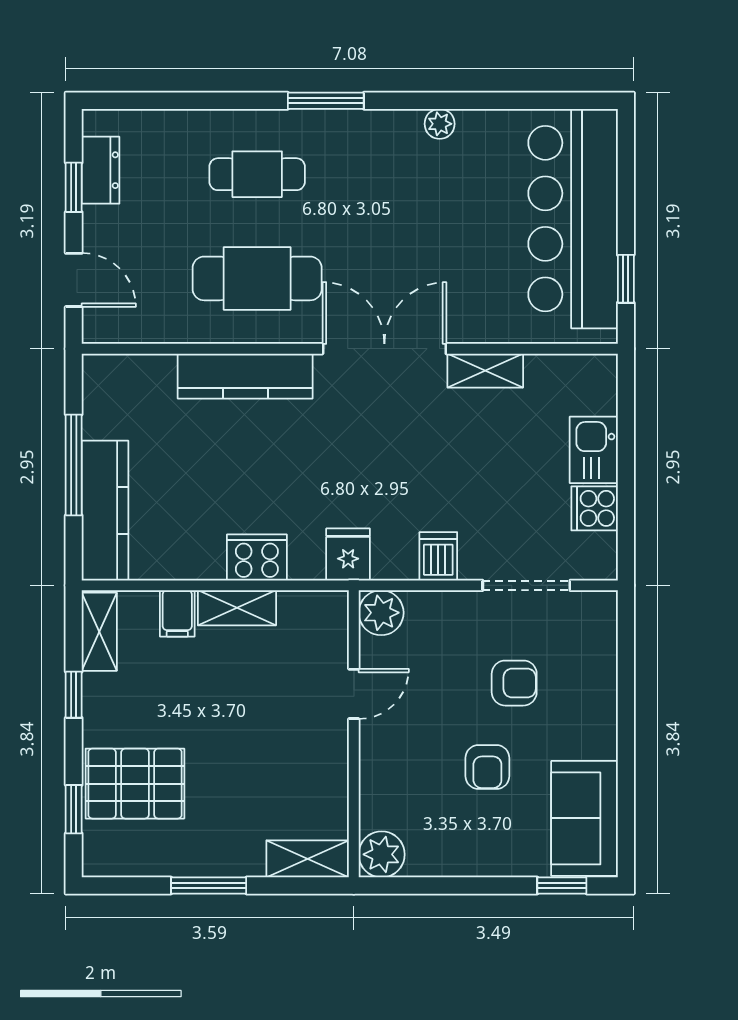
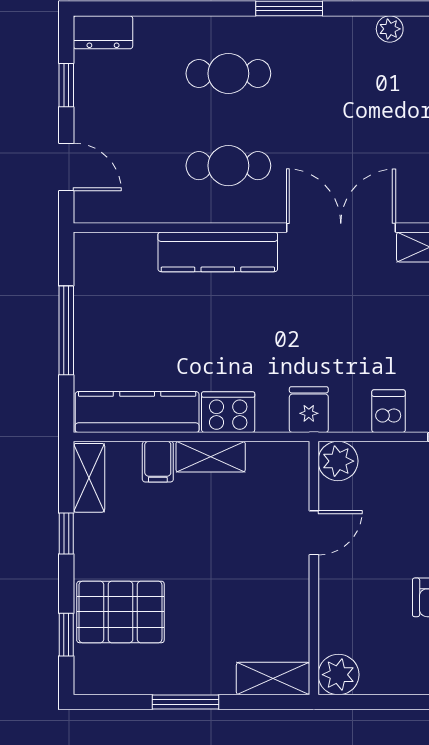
dresser: (101, 170) -> (103, 32), moved, turned 90
cafe table: (257, 278) -> (228, 166), width x0.73, depth x0.74
kitchen counter: (105, 510) -> (137, 412), moved, turned -90

